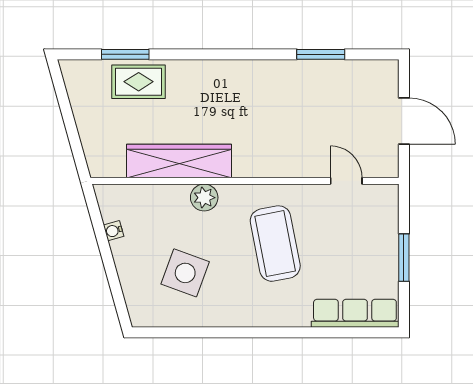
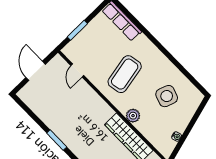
window: (321, 54) -> (57, 140), moved
window: (404, 258) -> (77, 30), moved

